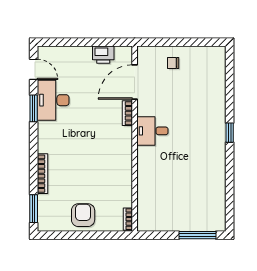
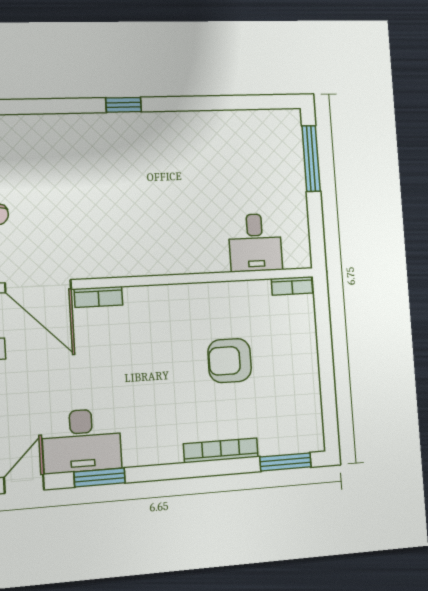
desk: (152, 131) -> (255, 243), moved
armchair: (83, 215) -> (230, 361), moved

